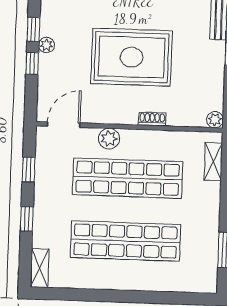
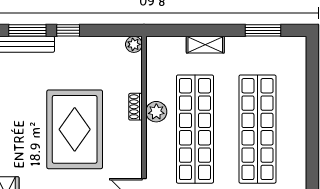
plant: (109, 139) -> (156, 112), moved
shelving: (213, 162) -> (205, 45), moved

